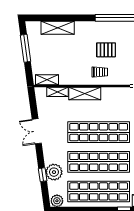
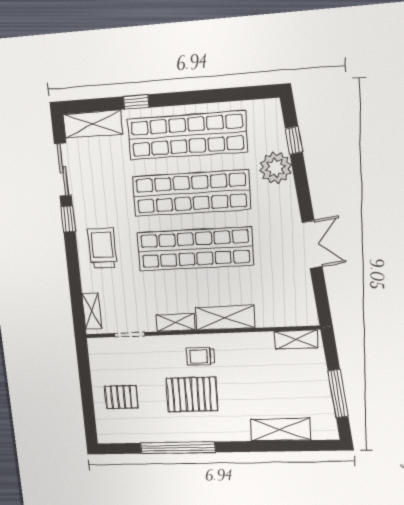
pallet: (106, 50) -> (192, 394), width x1.50, depth x1.42
shelving: (57, 92) -> (176, 323), moved
window: (43, 175) -> (294, 140), moved
plant: (57, 201) -> (267, 111), removed

